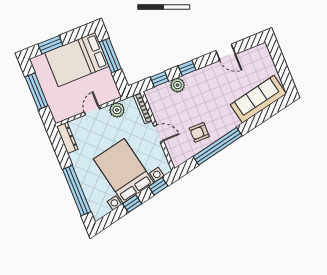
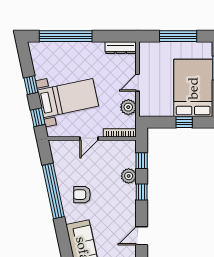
window: (110, 55) -> (184, 122), width x0.46
door: (92, 111) -> (138, 83), swing flipped
armchair: (199, 132) -> (82, 195), moved, turned -90
bed with nightstands: (124, 171) -> (68, 98), width x0.73

